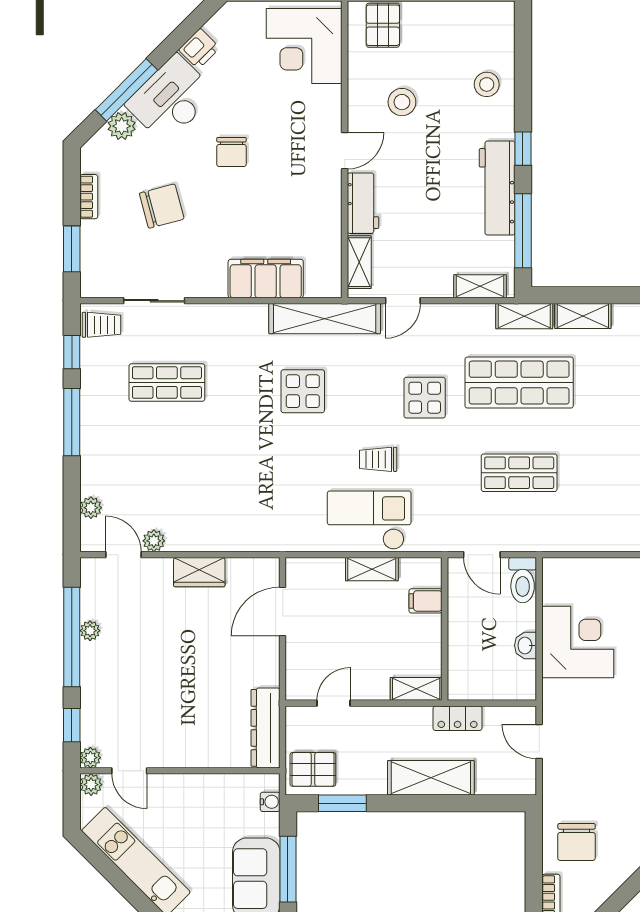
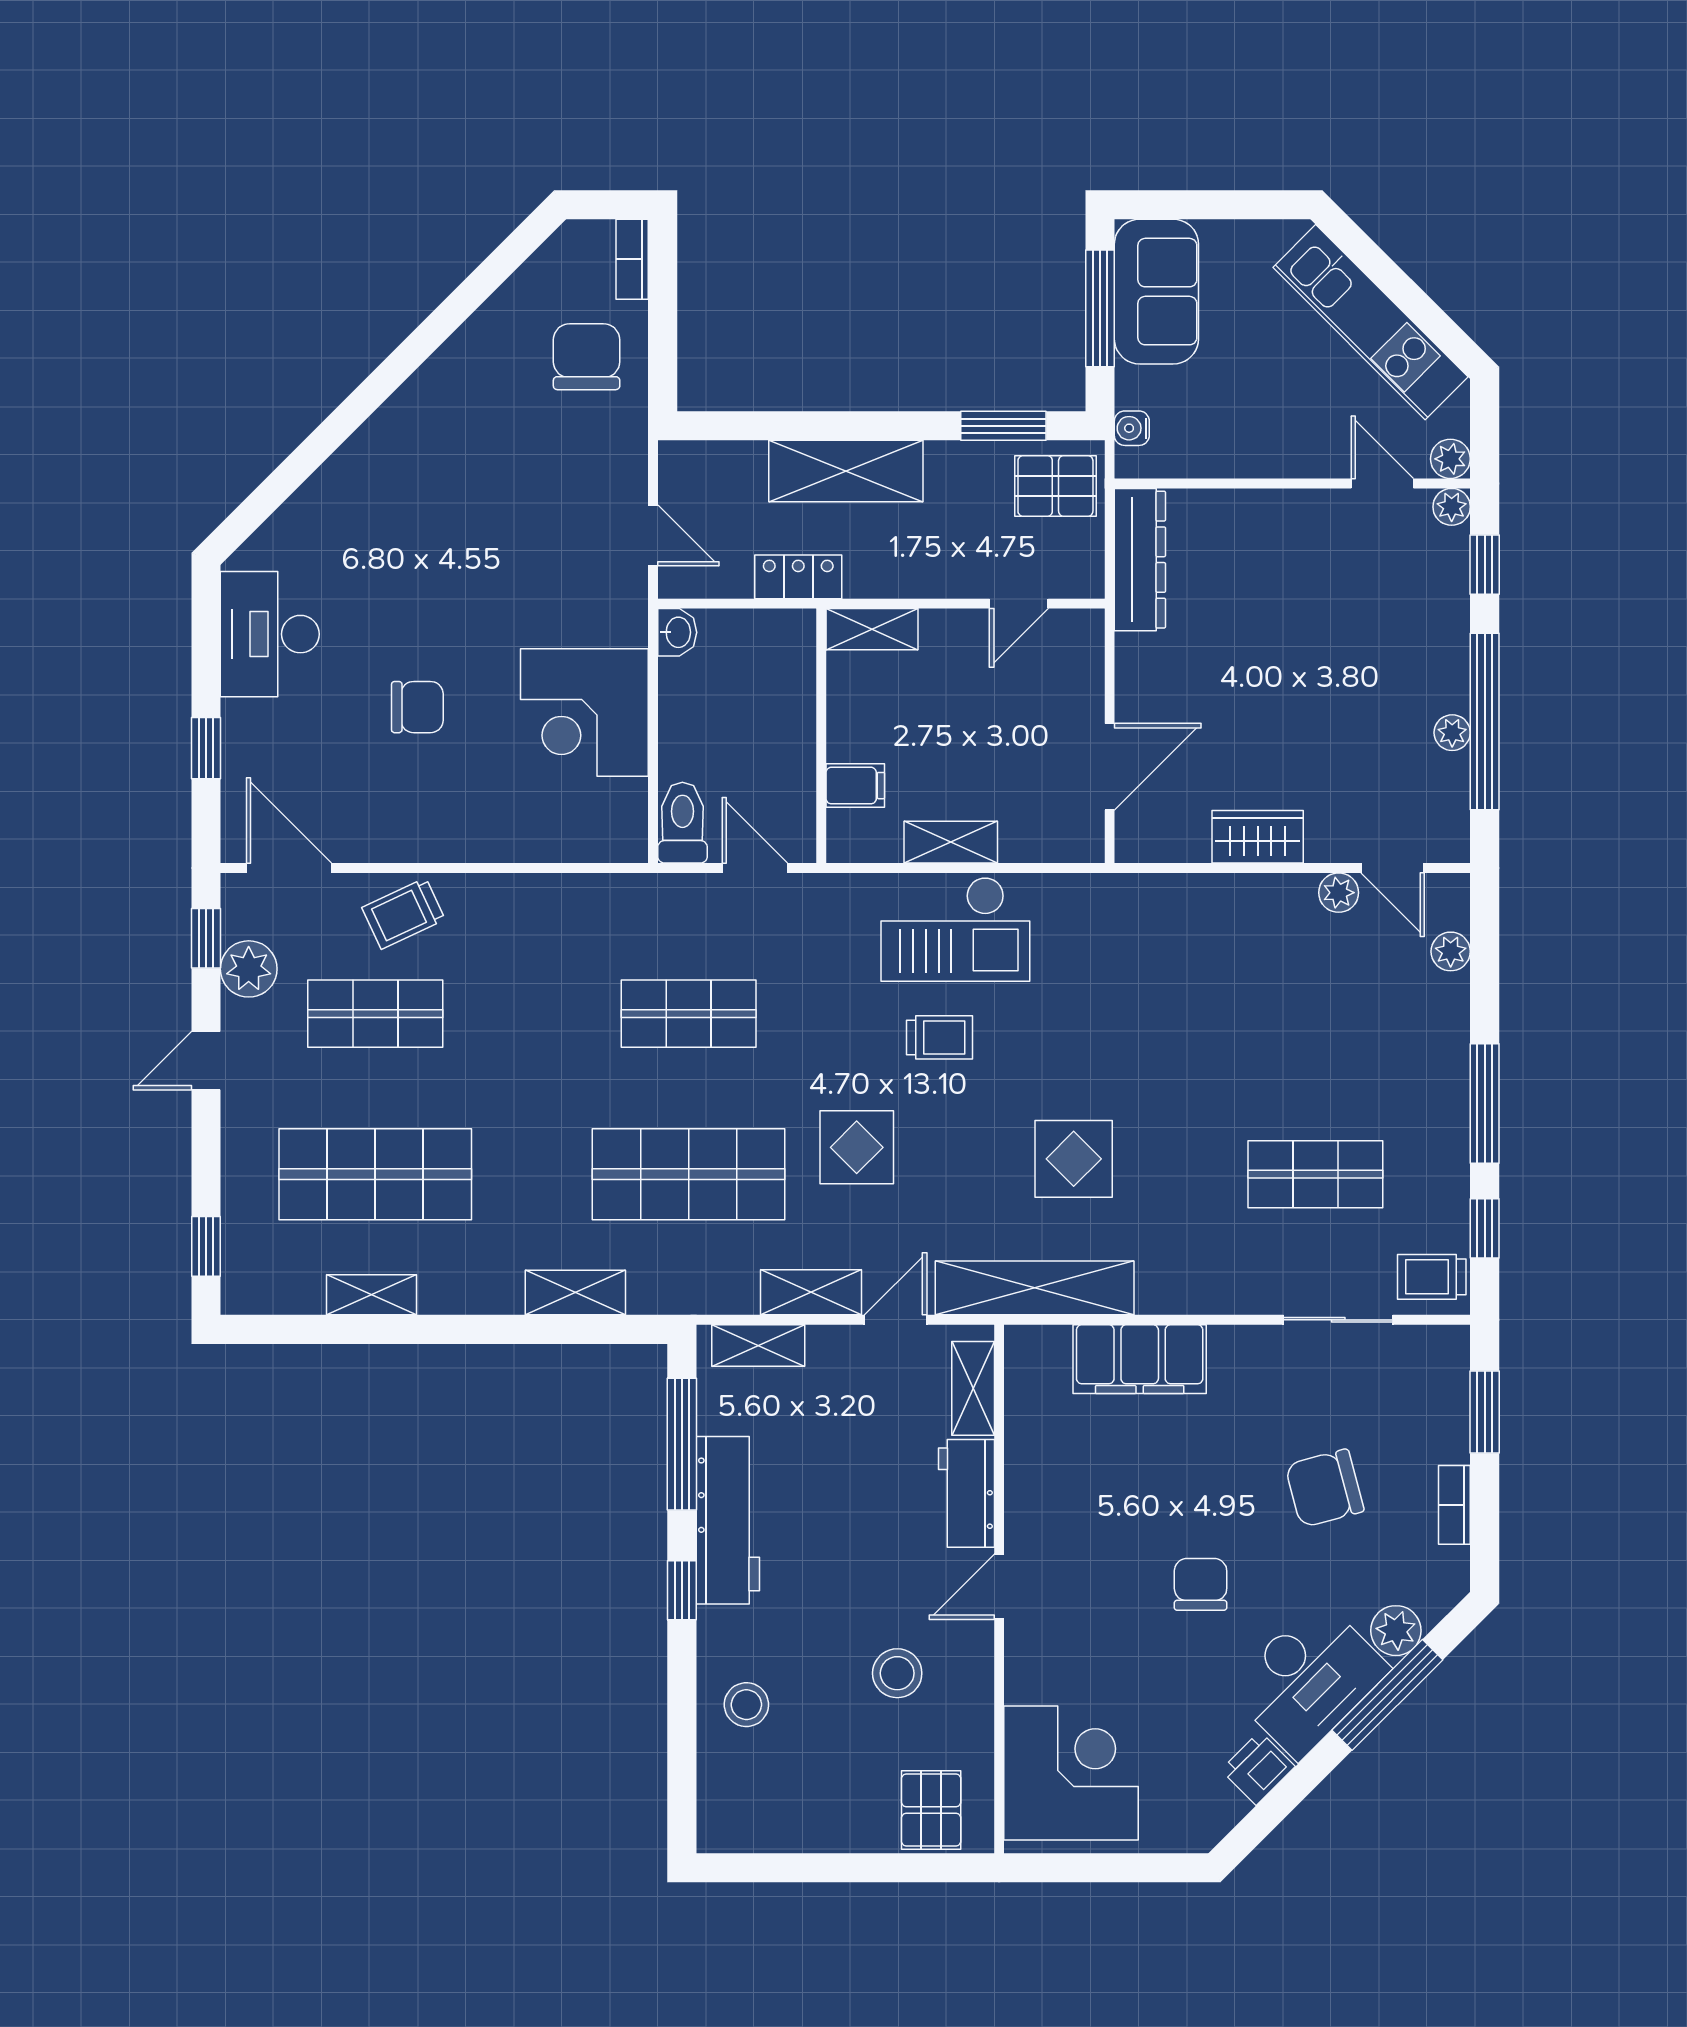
shelving: (524, 316) -> (811, 1292), moved
washbasin: (526, 645) -> (677, 632), moved

